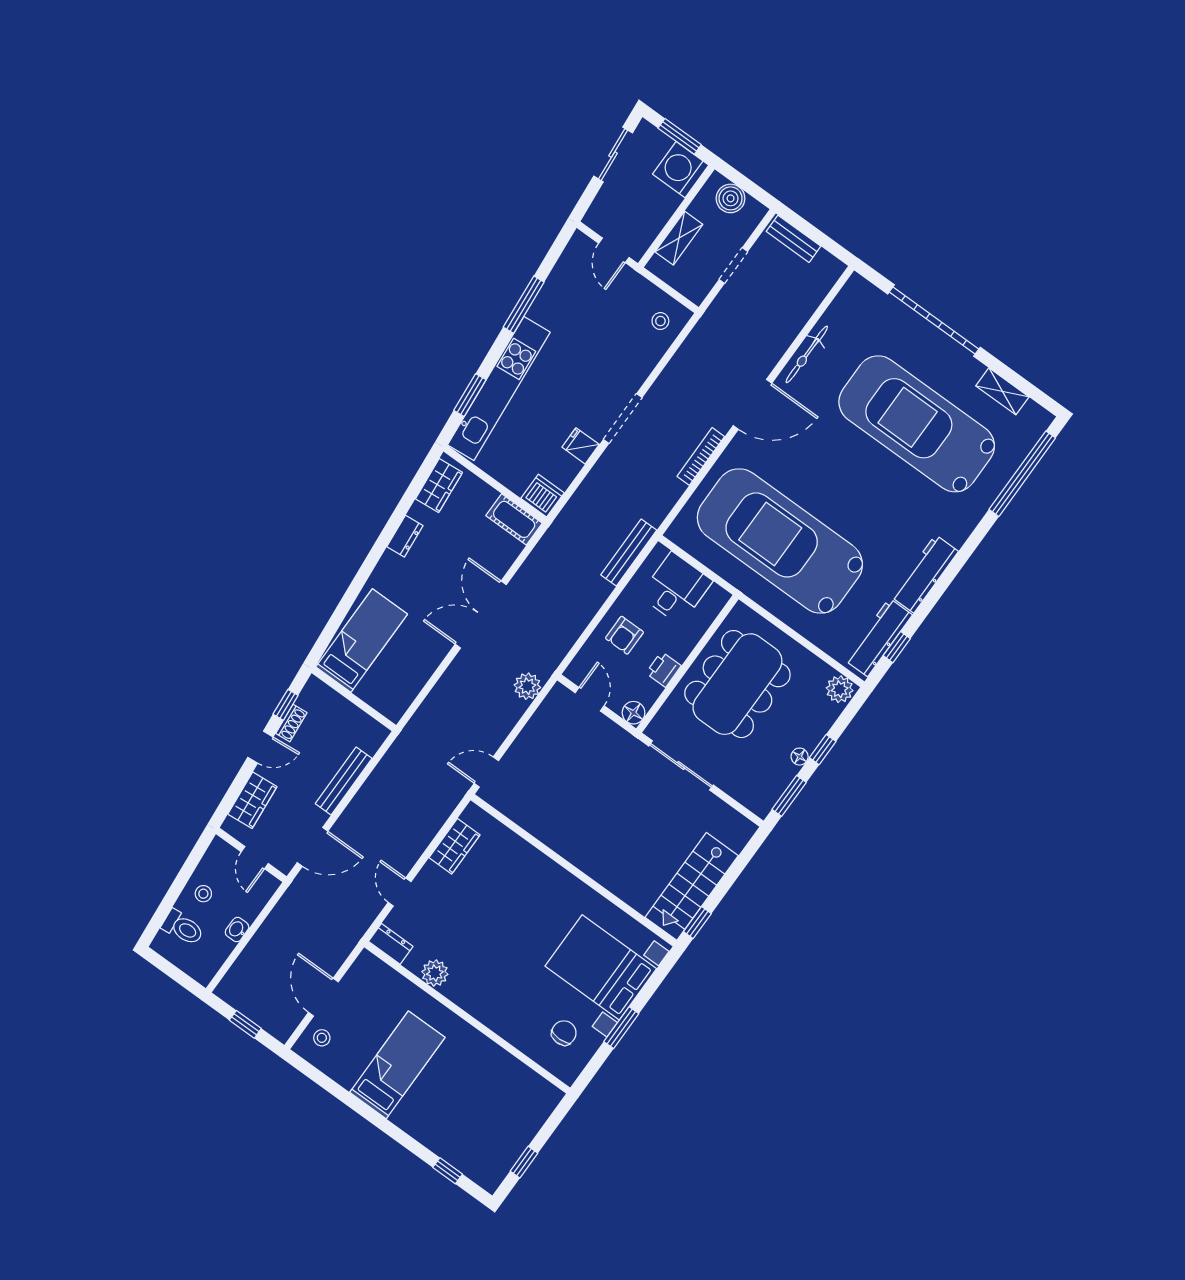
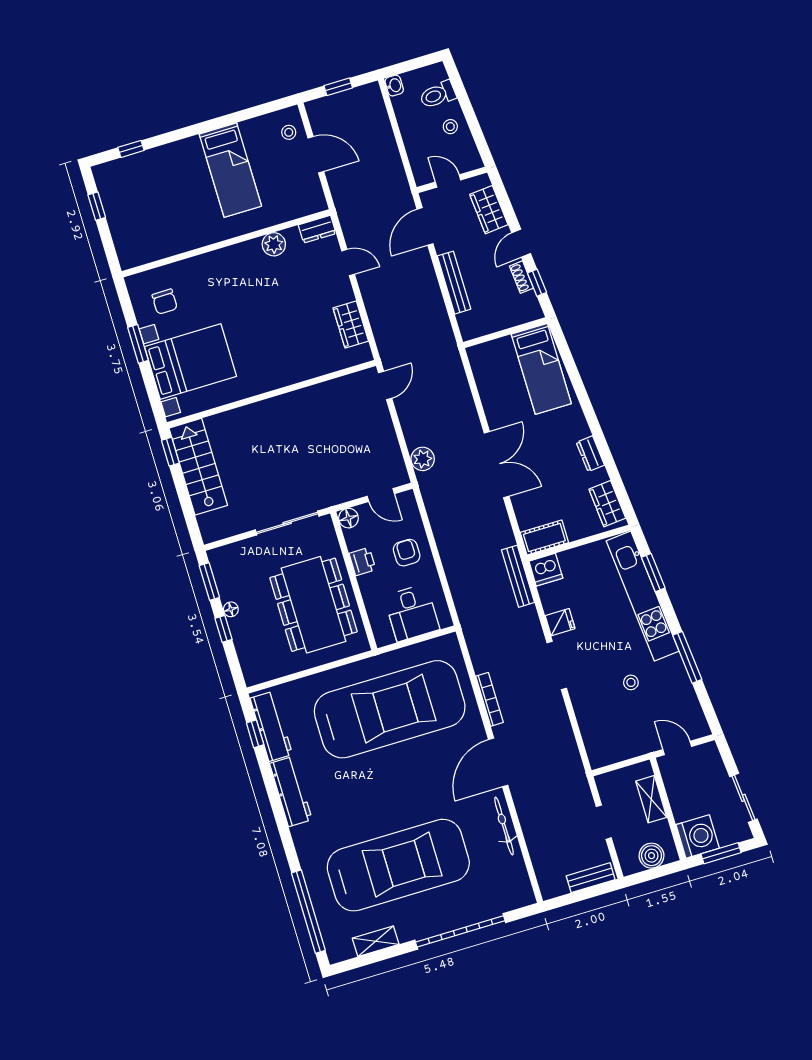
stool: (660, 321) -> (631, 682), moved
bench: (629, 553) -> (518, 576), moved
plant: (840, 689) -> (256, 672), removed
washbasin: (237, 930) -> (394, 86), moved

